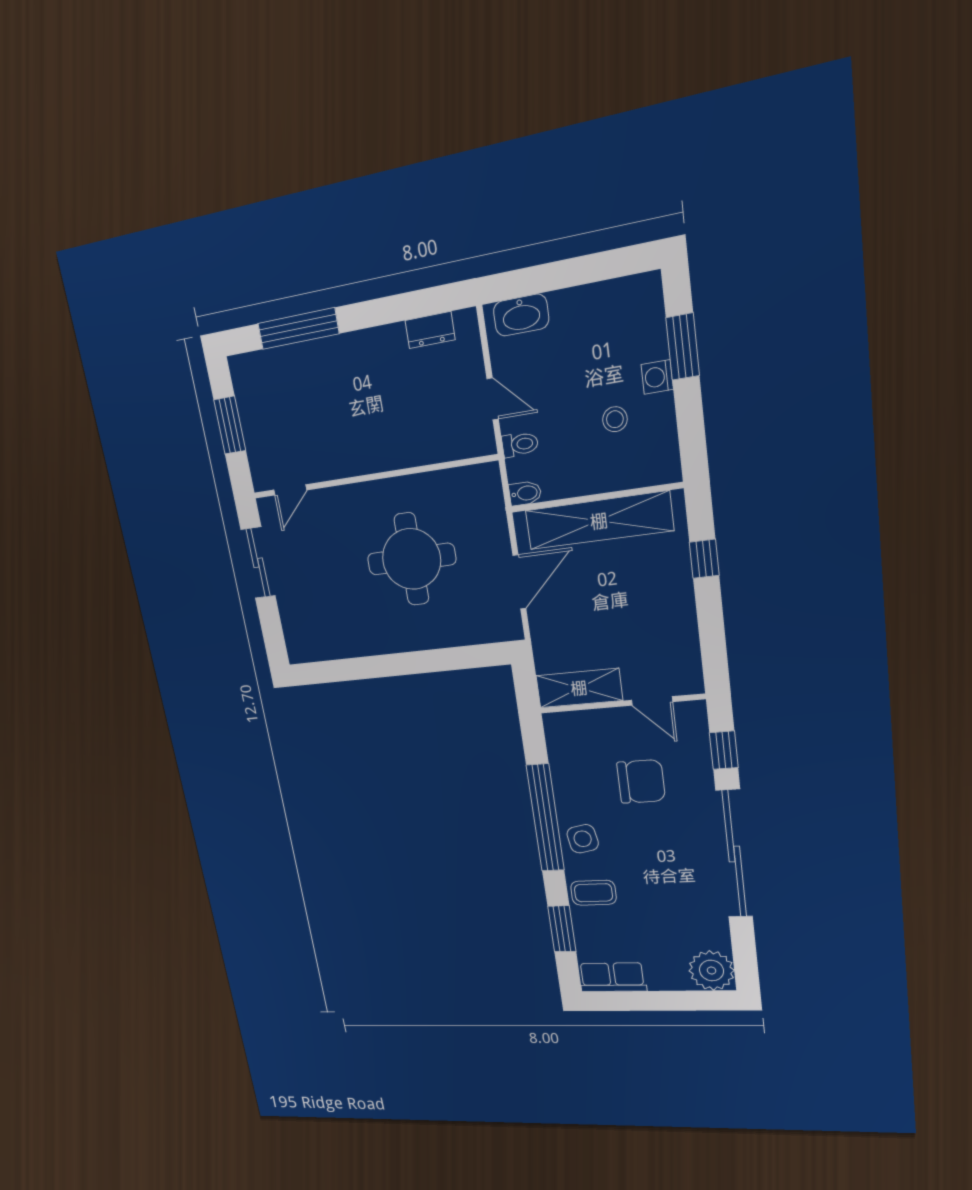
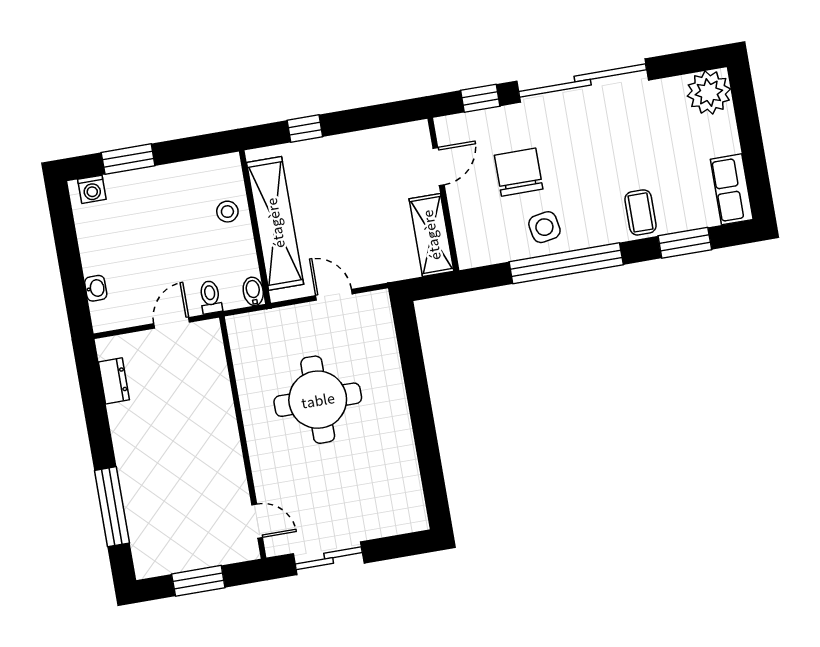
washbasin: (521, 315) -> (96, 288), width x0.52, depth x0.69
washing machine: (657, 377) -> (92, 189), moved
stool: (615, 419) -> (227, 212), moved
door: (519, 582) -> (334, 295), width x0.73
side table: (583, 839) -> (544, 227), moved

